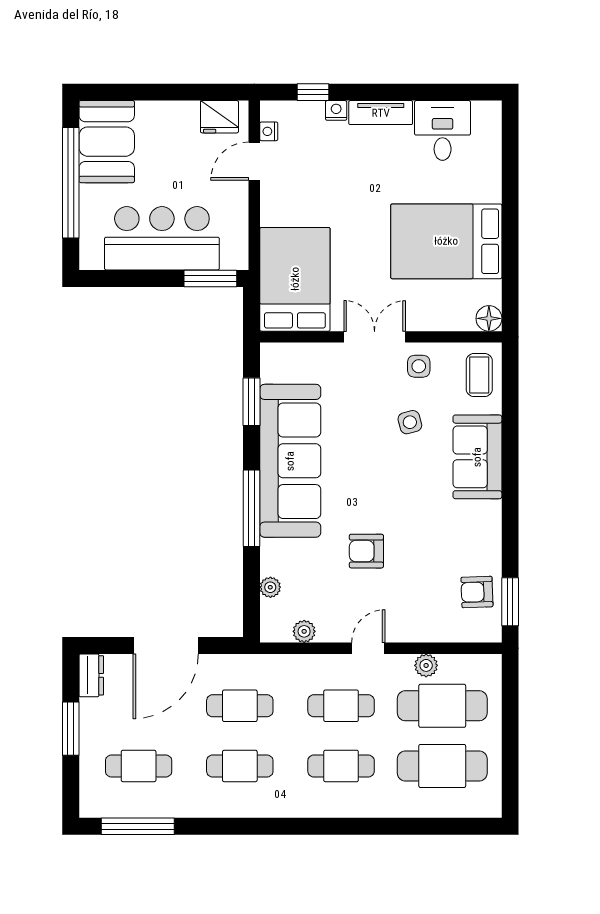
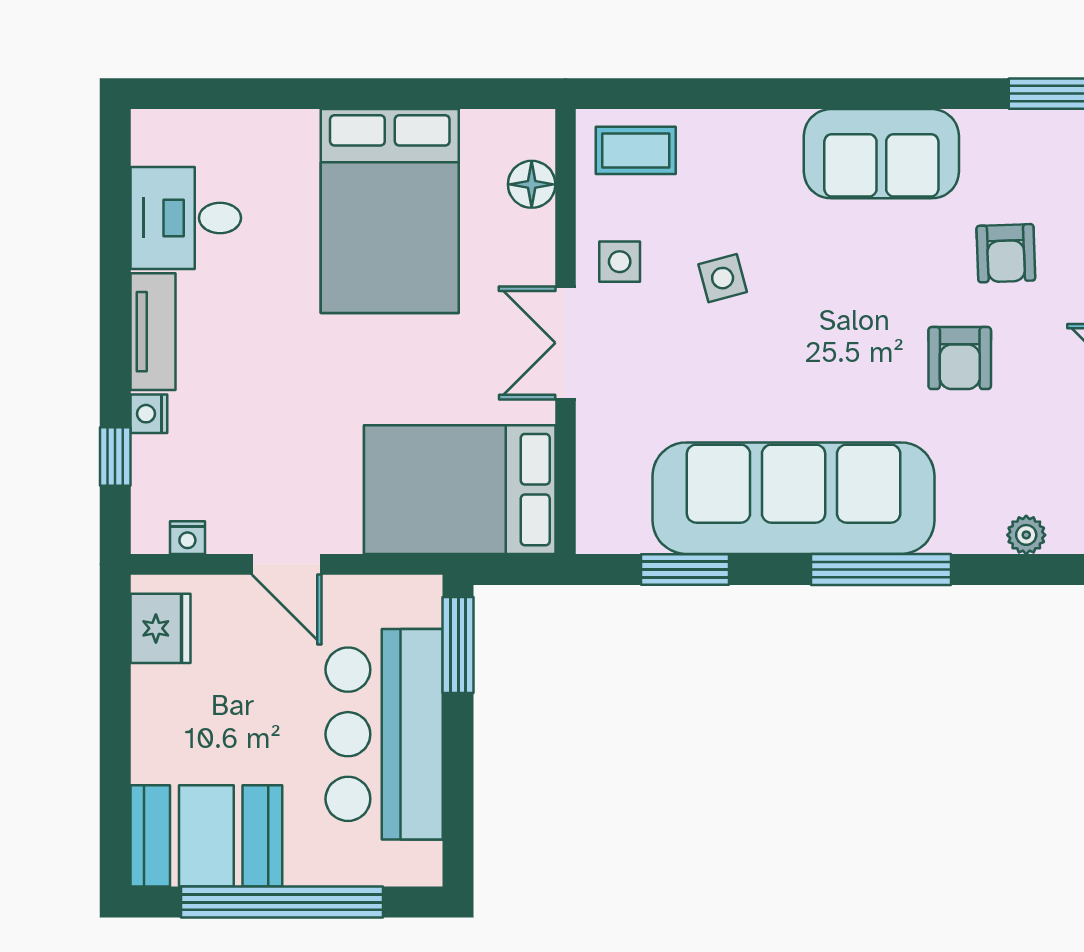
door: (254, 161) -> (287, 564), moved
floor lamp: (489, 318) -> (532, 184), moved
sofa: (477, 457) -> (881, 154), moved
armchair: (477, 592) -> (1006, 253), moved

